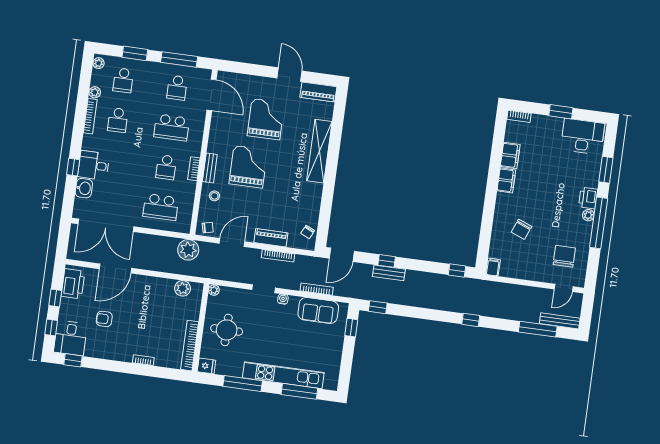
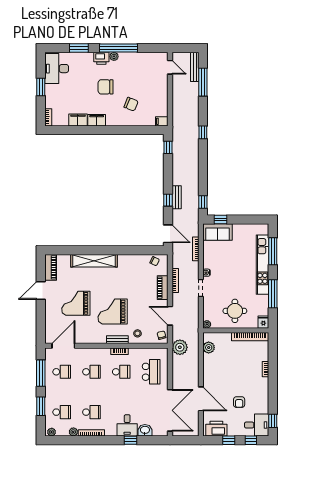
school desk: (172, 127) -> (91, 372), width x0.54
chair: (564, 256) -> (106, 87), moved
sofa: (318, 311) -> (218, 232), moved, turned 90

